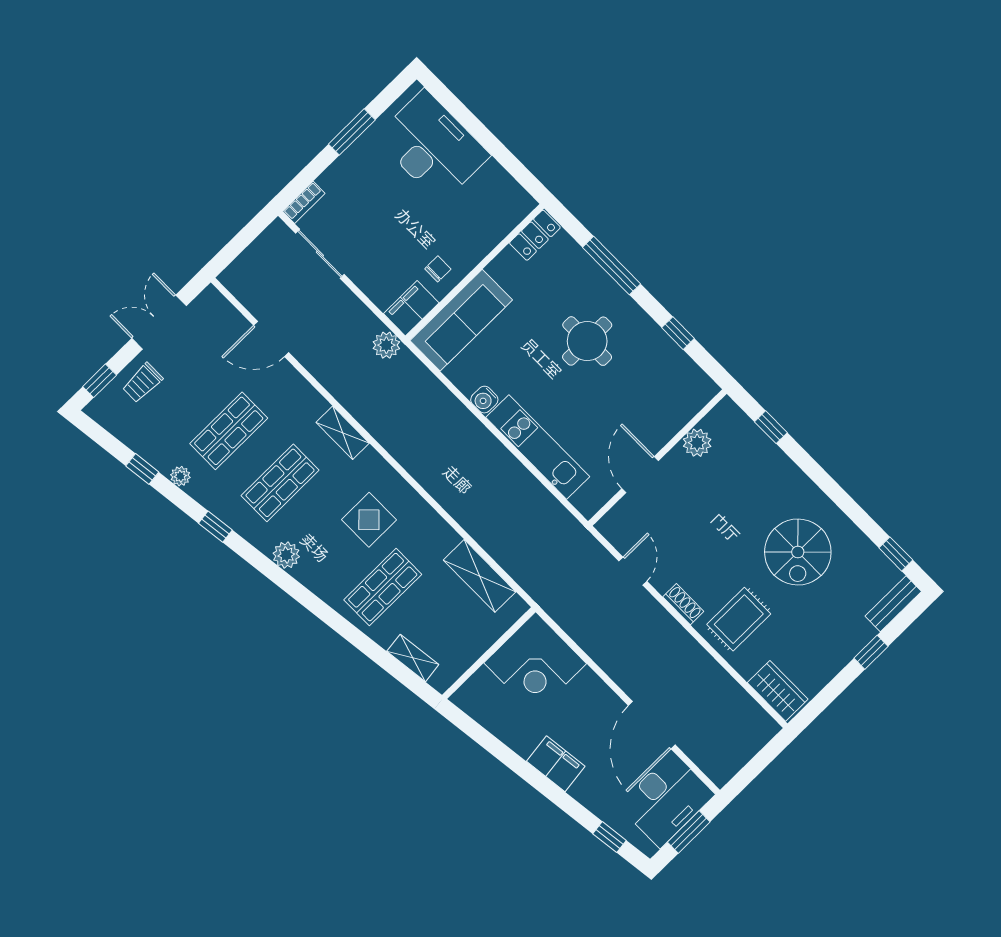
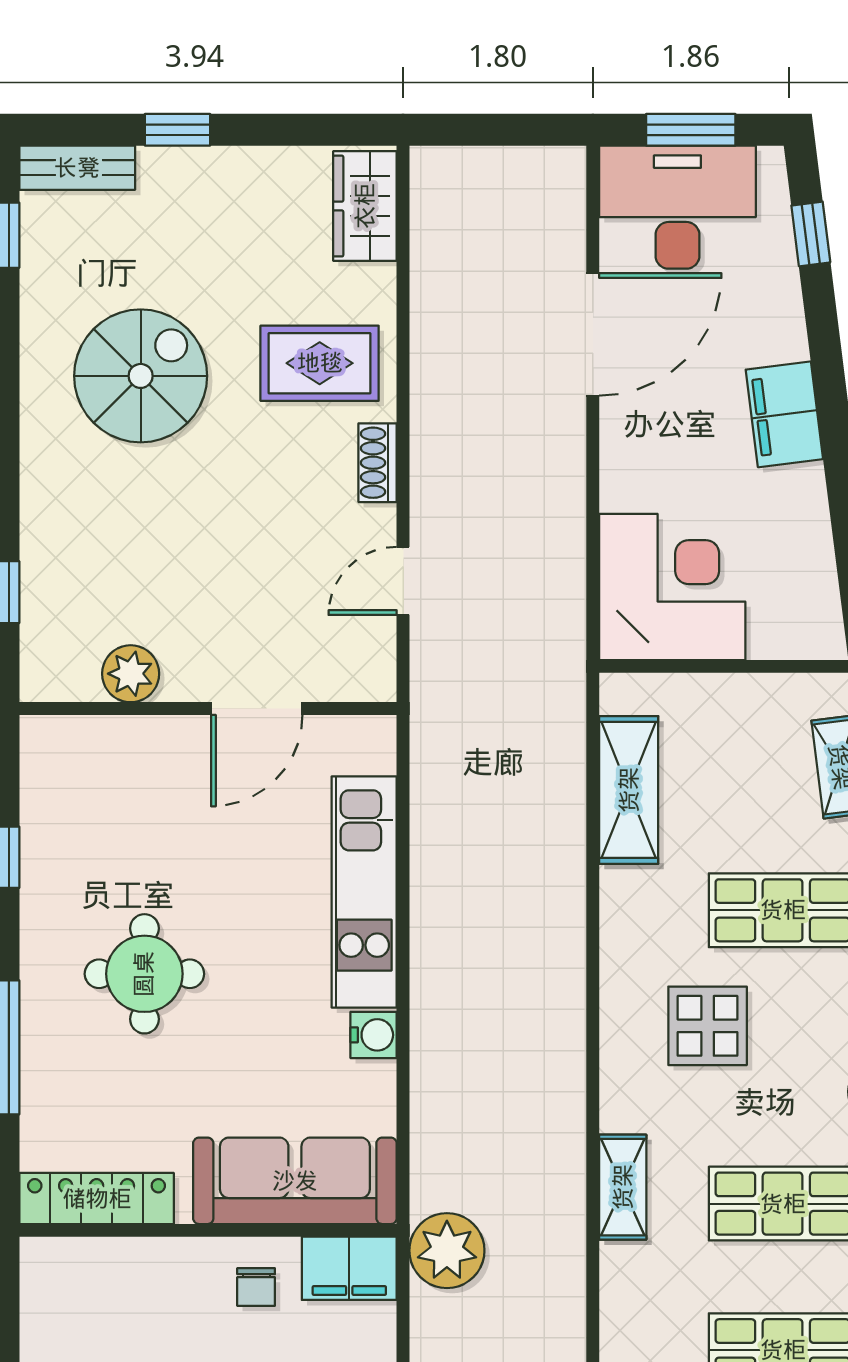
locker: (535, 235) -> (97, 1199), width x1.53
chair: (438, 269) -> (256, 1287), turned -90
plant: (386, 345) -> (447, 1251), width x1.36, depth x1.36

